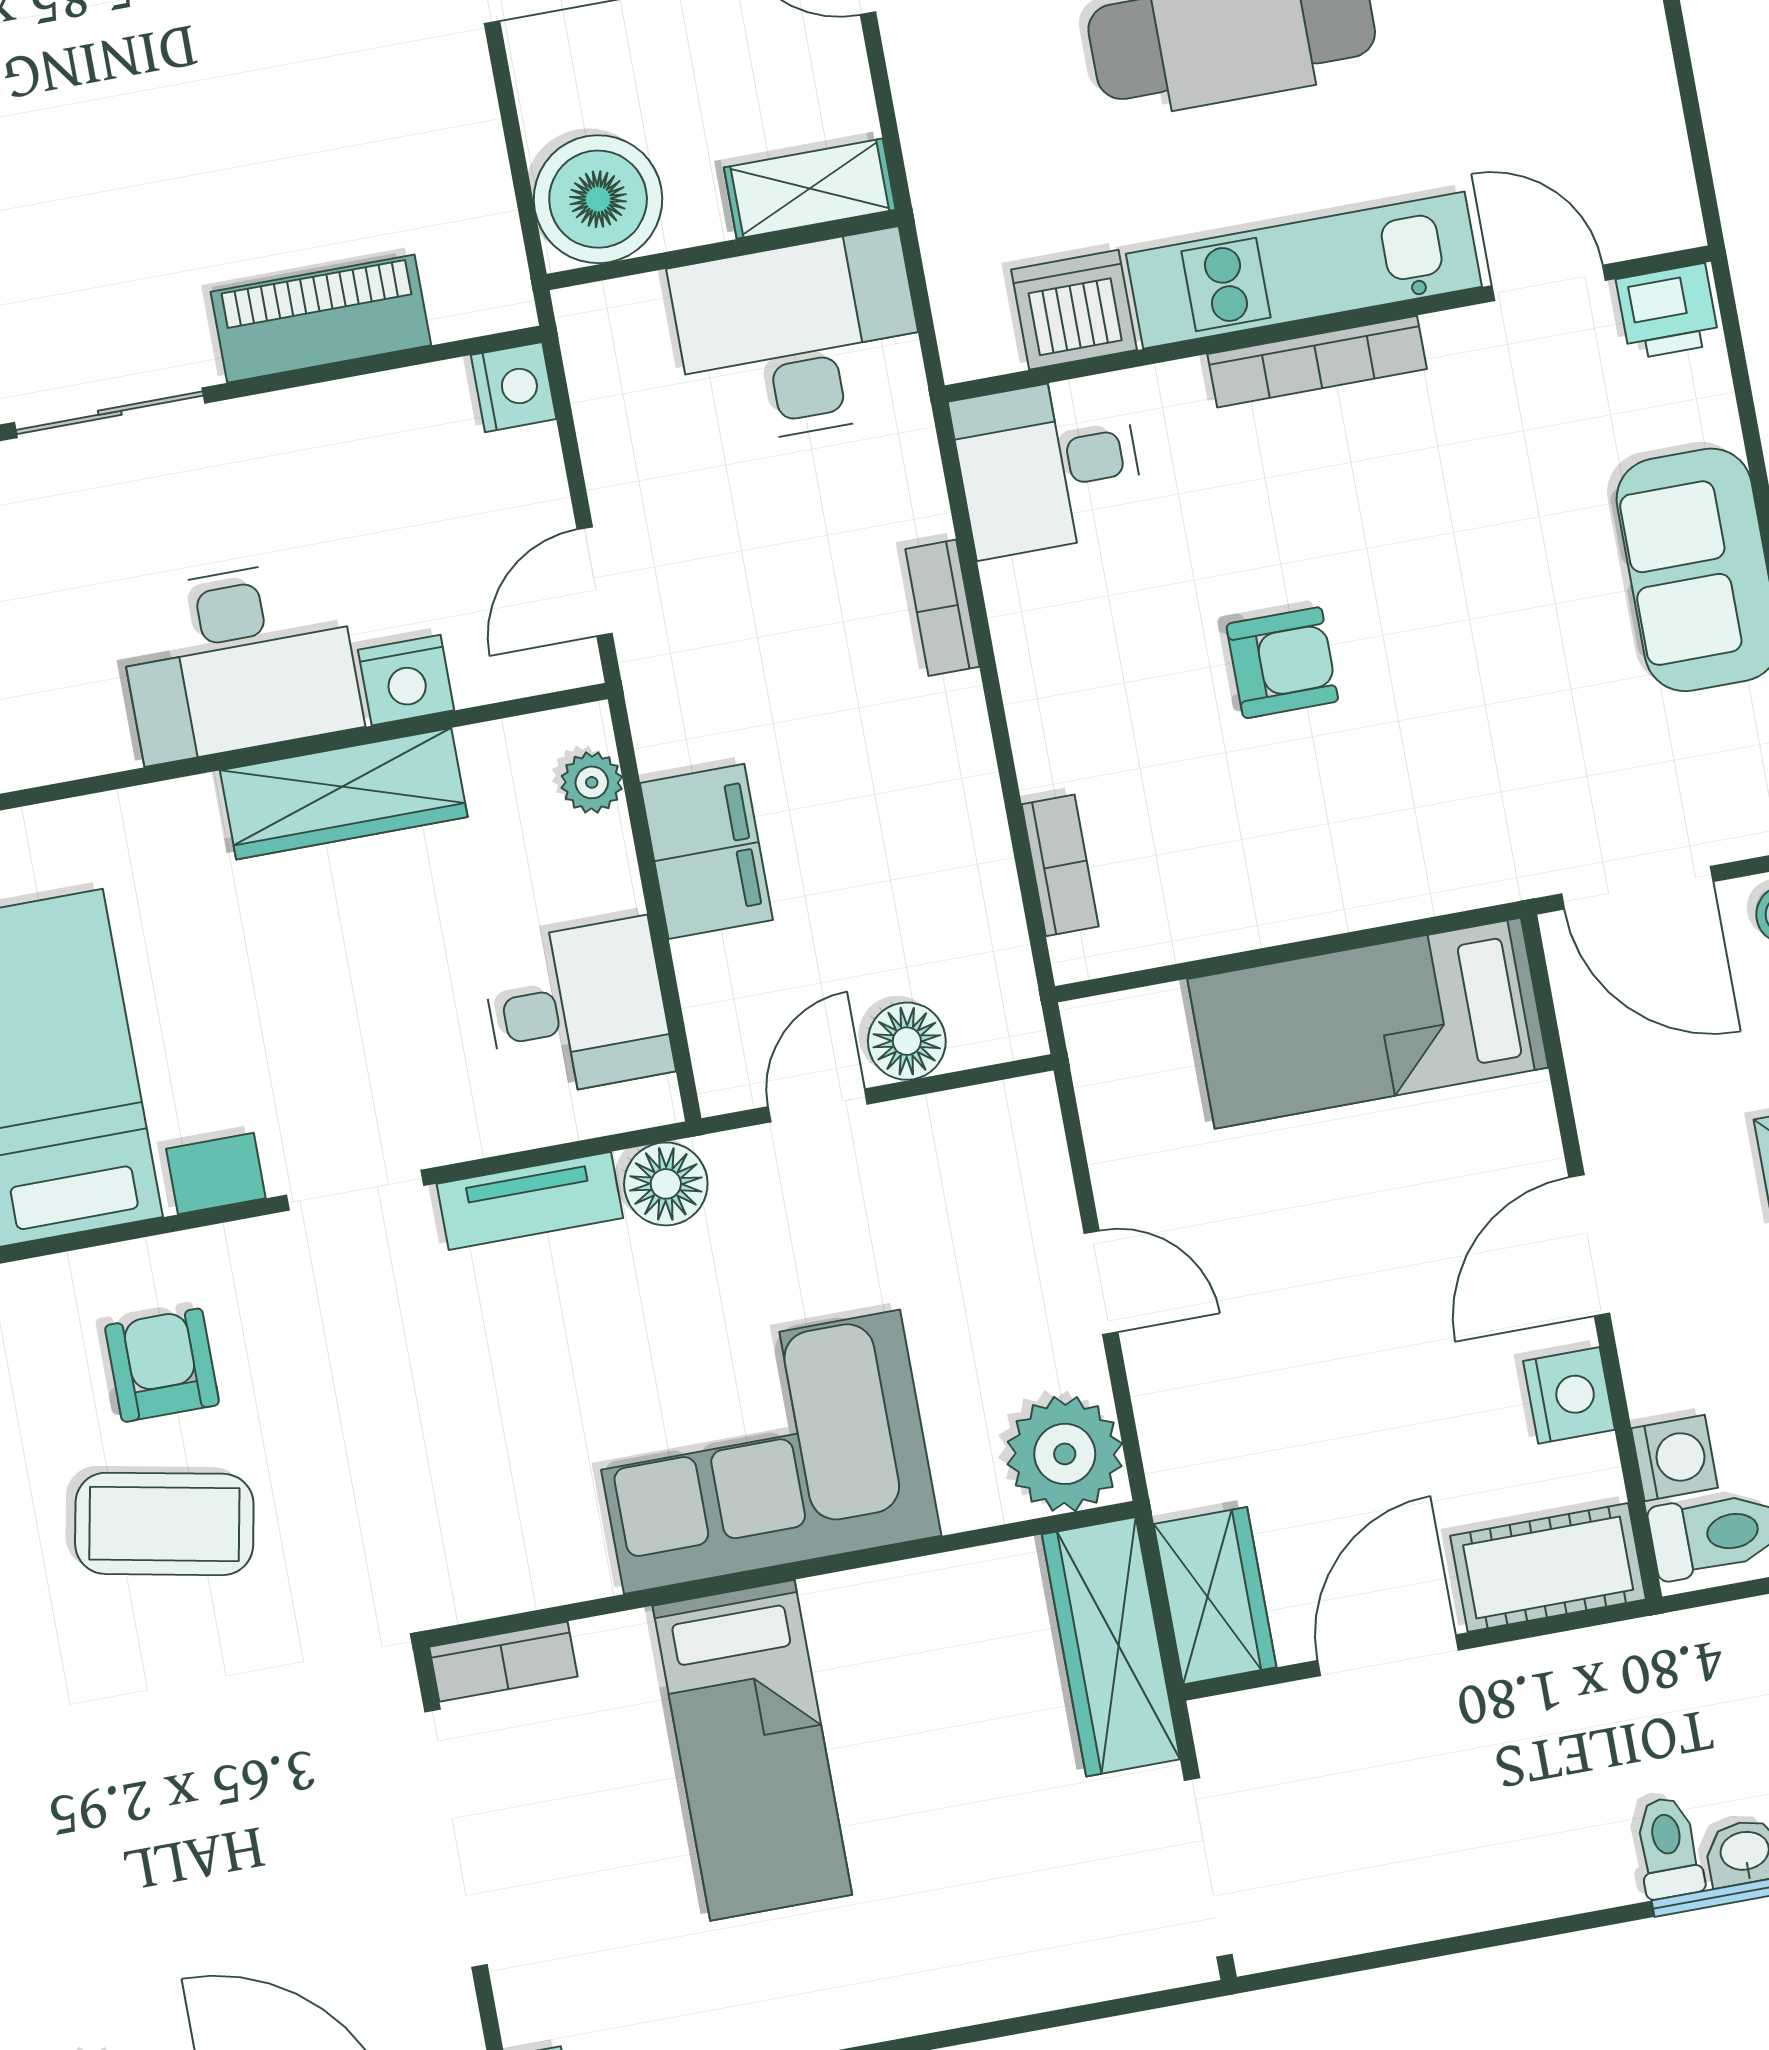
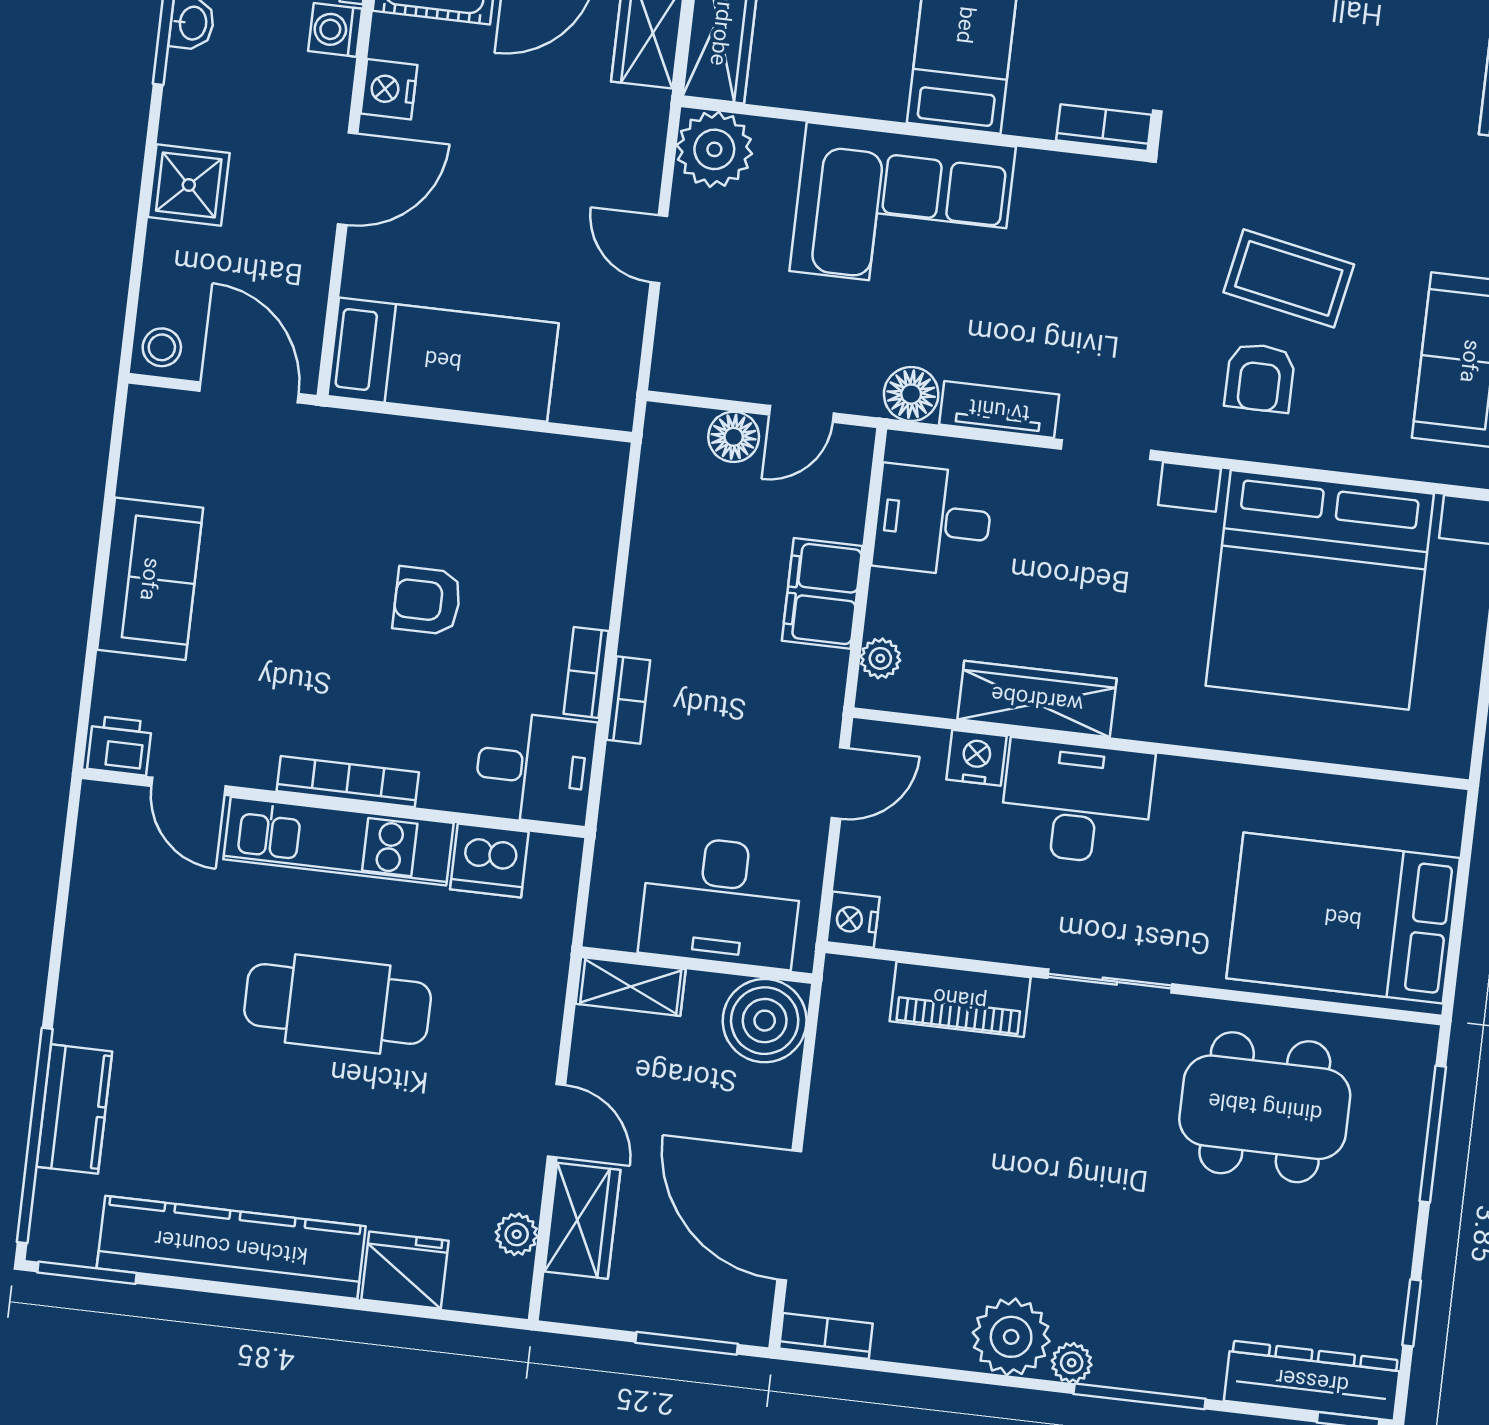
desk: (799, 339) -> (721, 902), moved
bookcase: (1060, 865) -> (586, 672), moved

